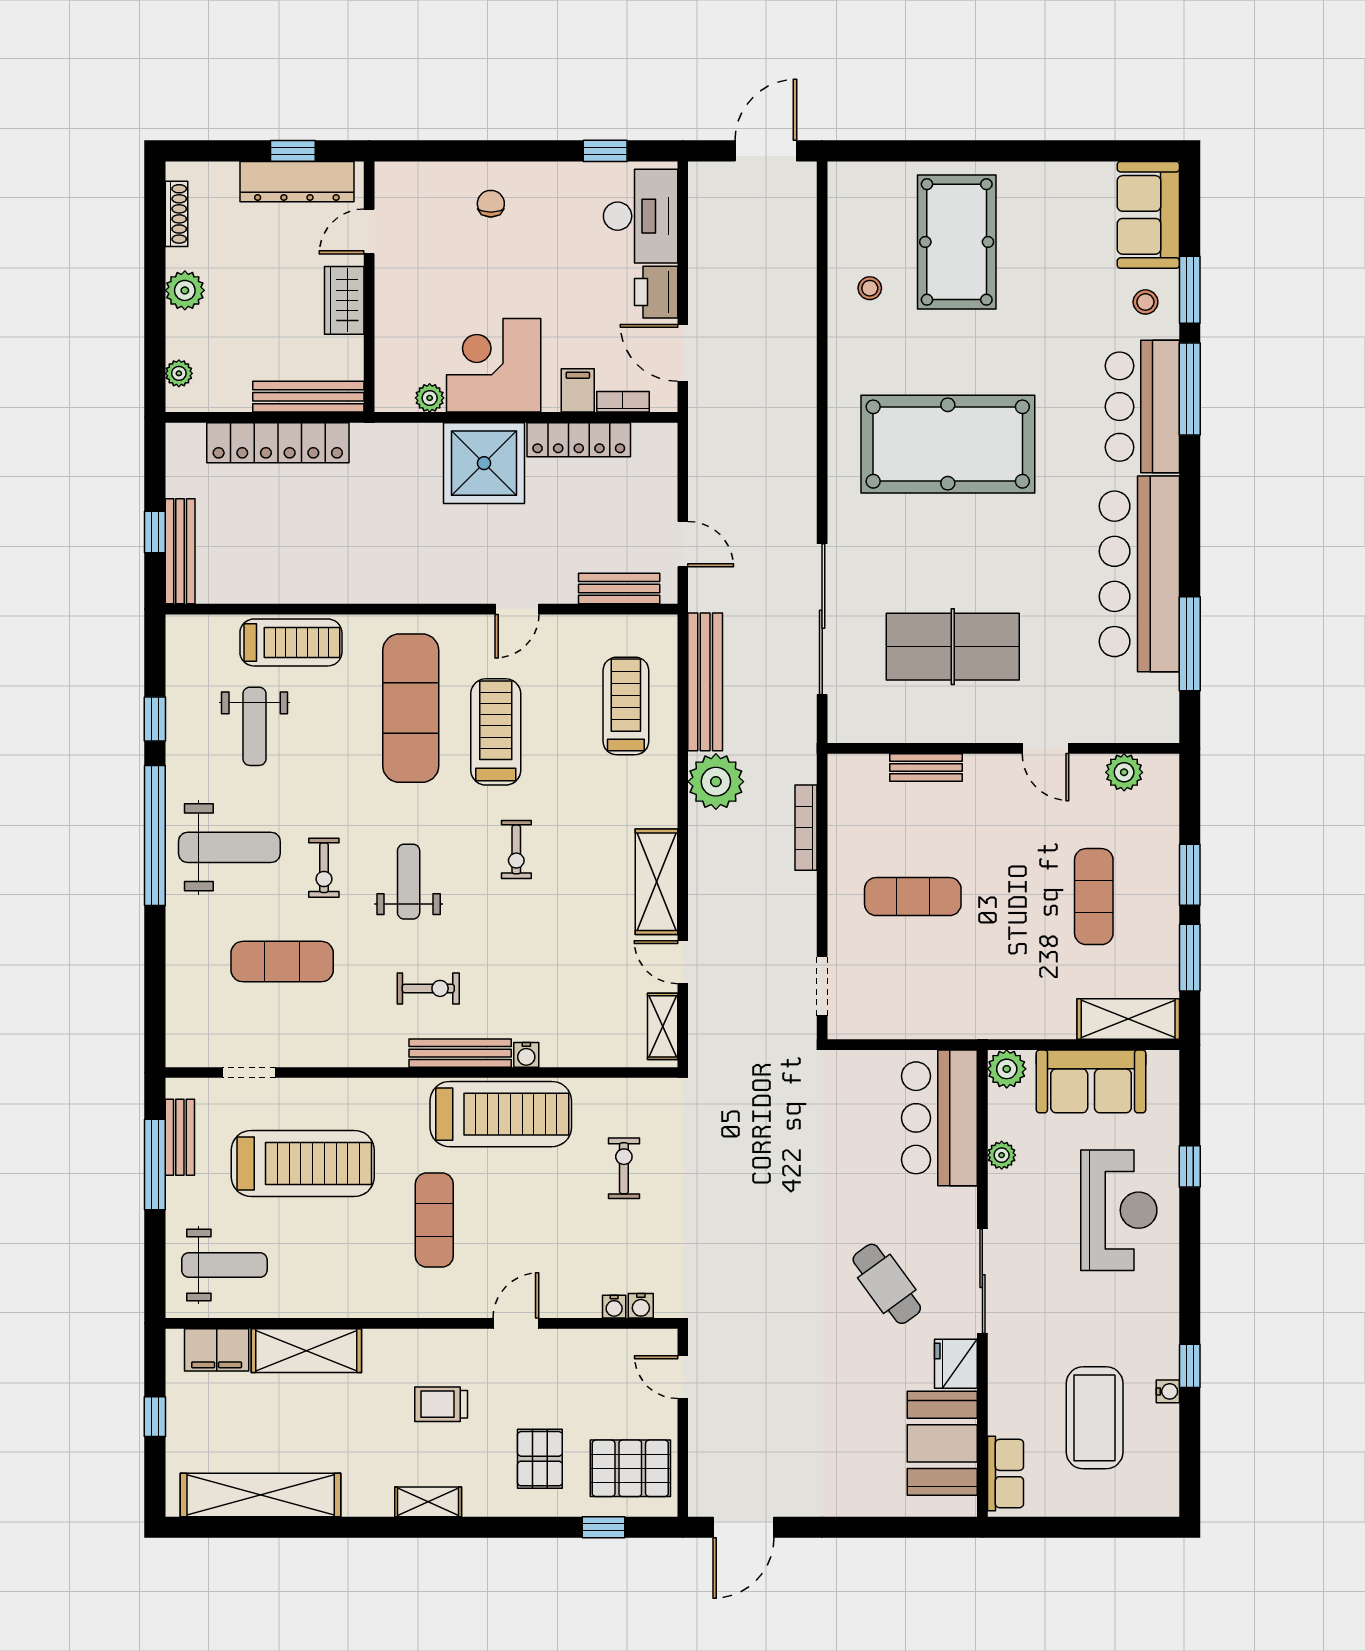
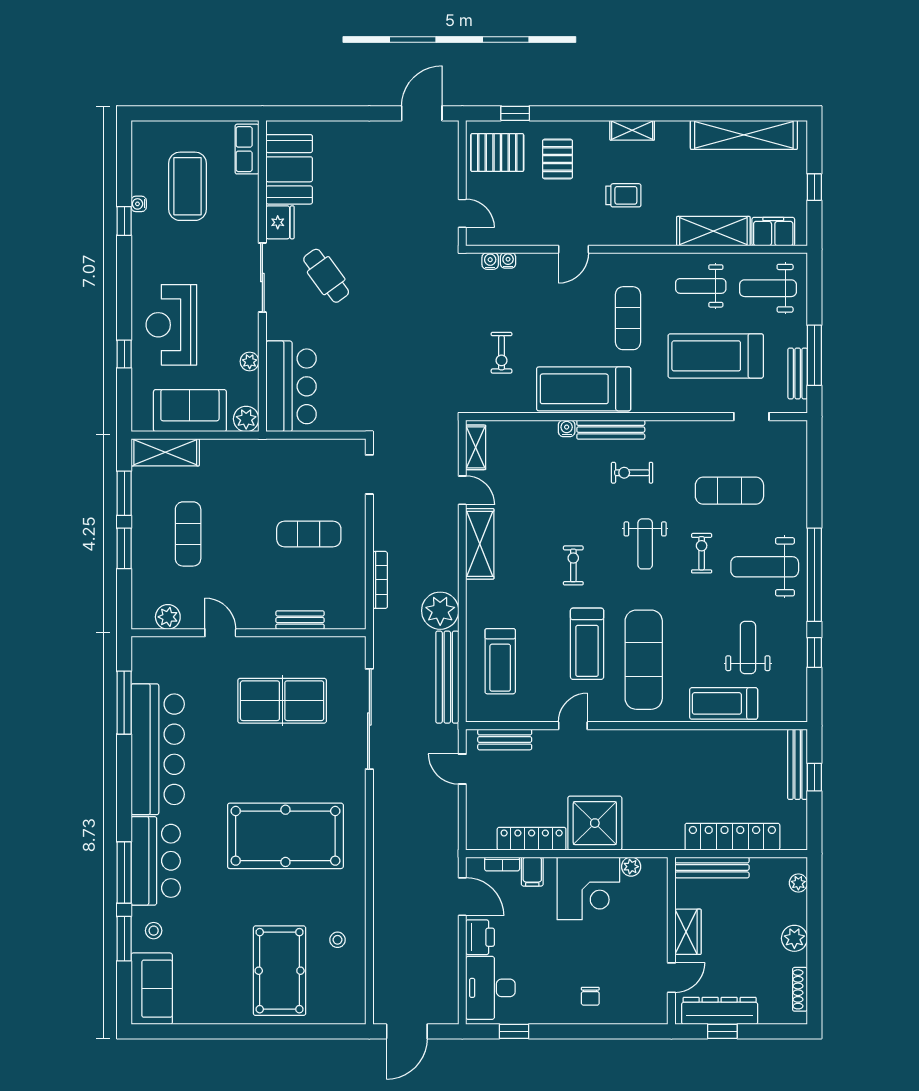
weight bench: (325, 1268) -> (701, 286), added

